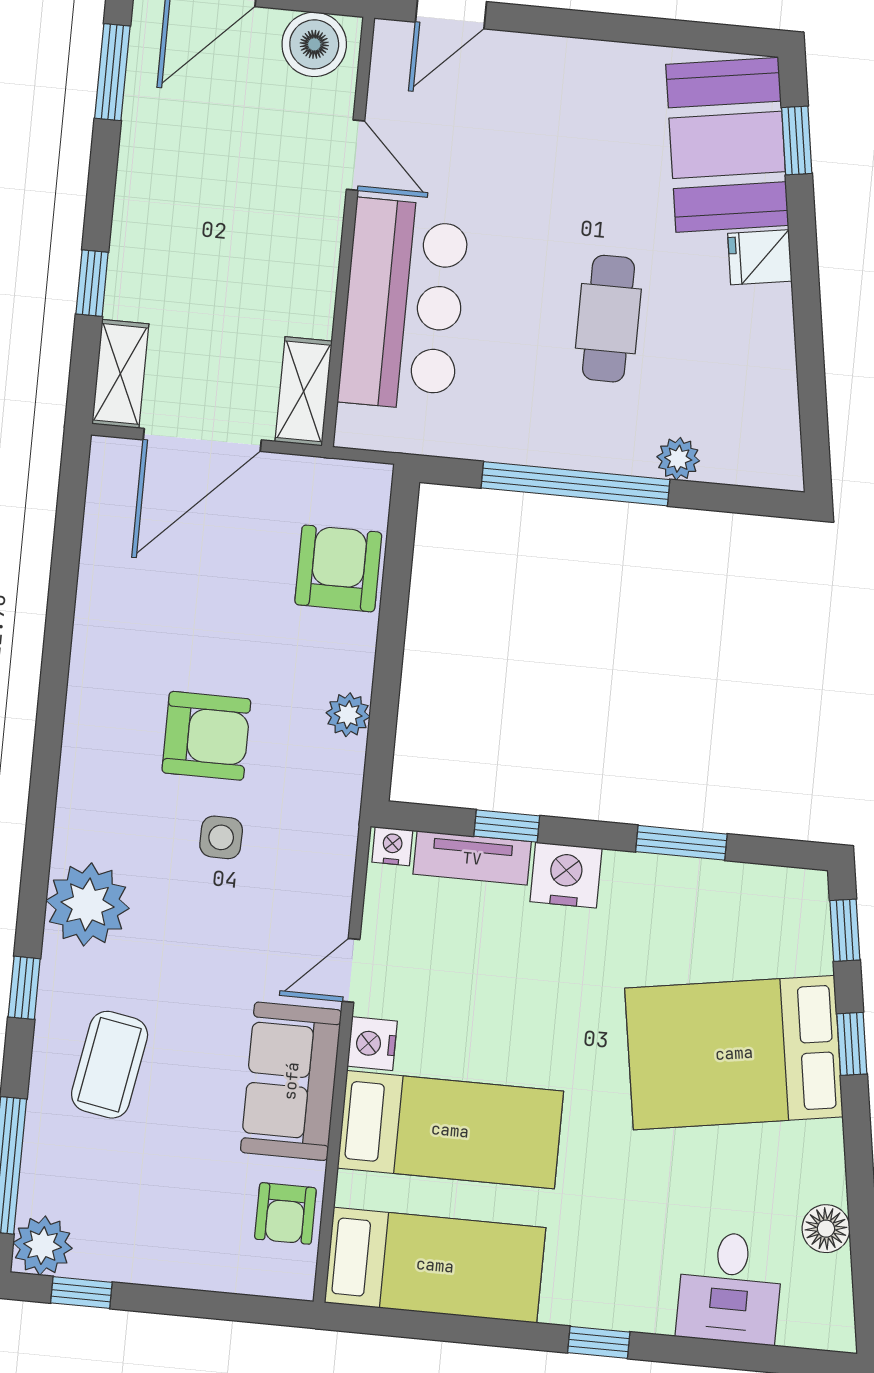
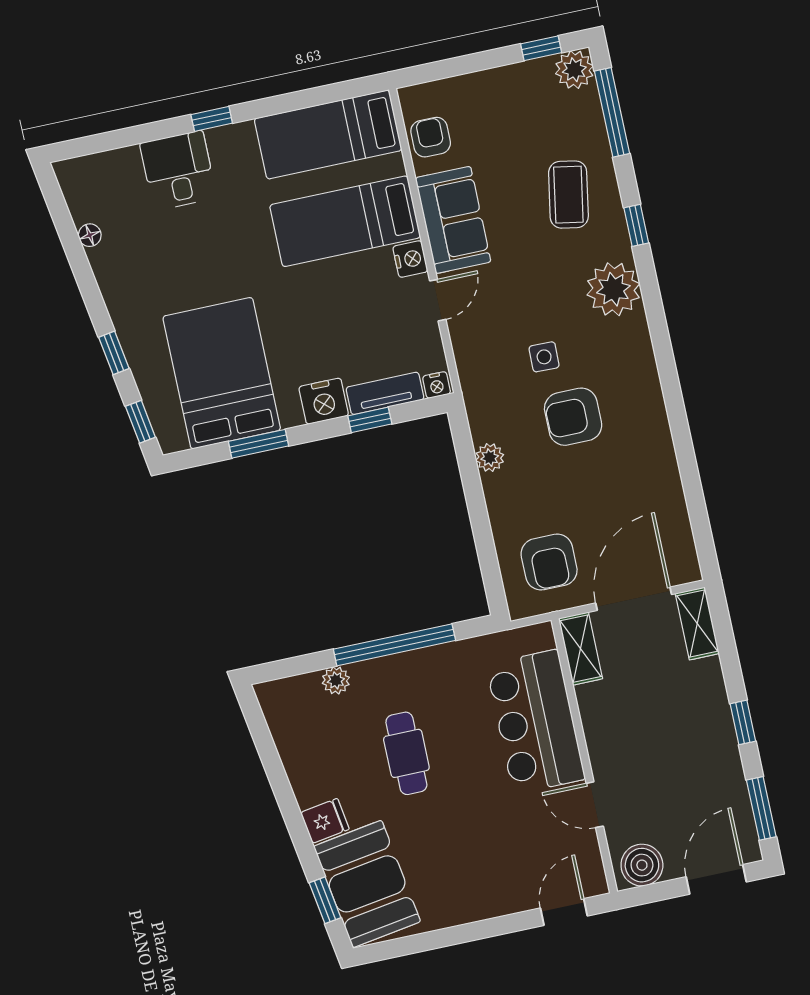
window: (92, 283) -> (743, 722), moved
armchair: (338, 568) -> (549, 562), moved
bed: (734, 1053) -> (222, 373), moved, turned -81
floor lamp: (826, 1229) -> (90, 235), width x0.73, depth x0.73
desk: (730, 1288) -> (178, 171), moved

